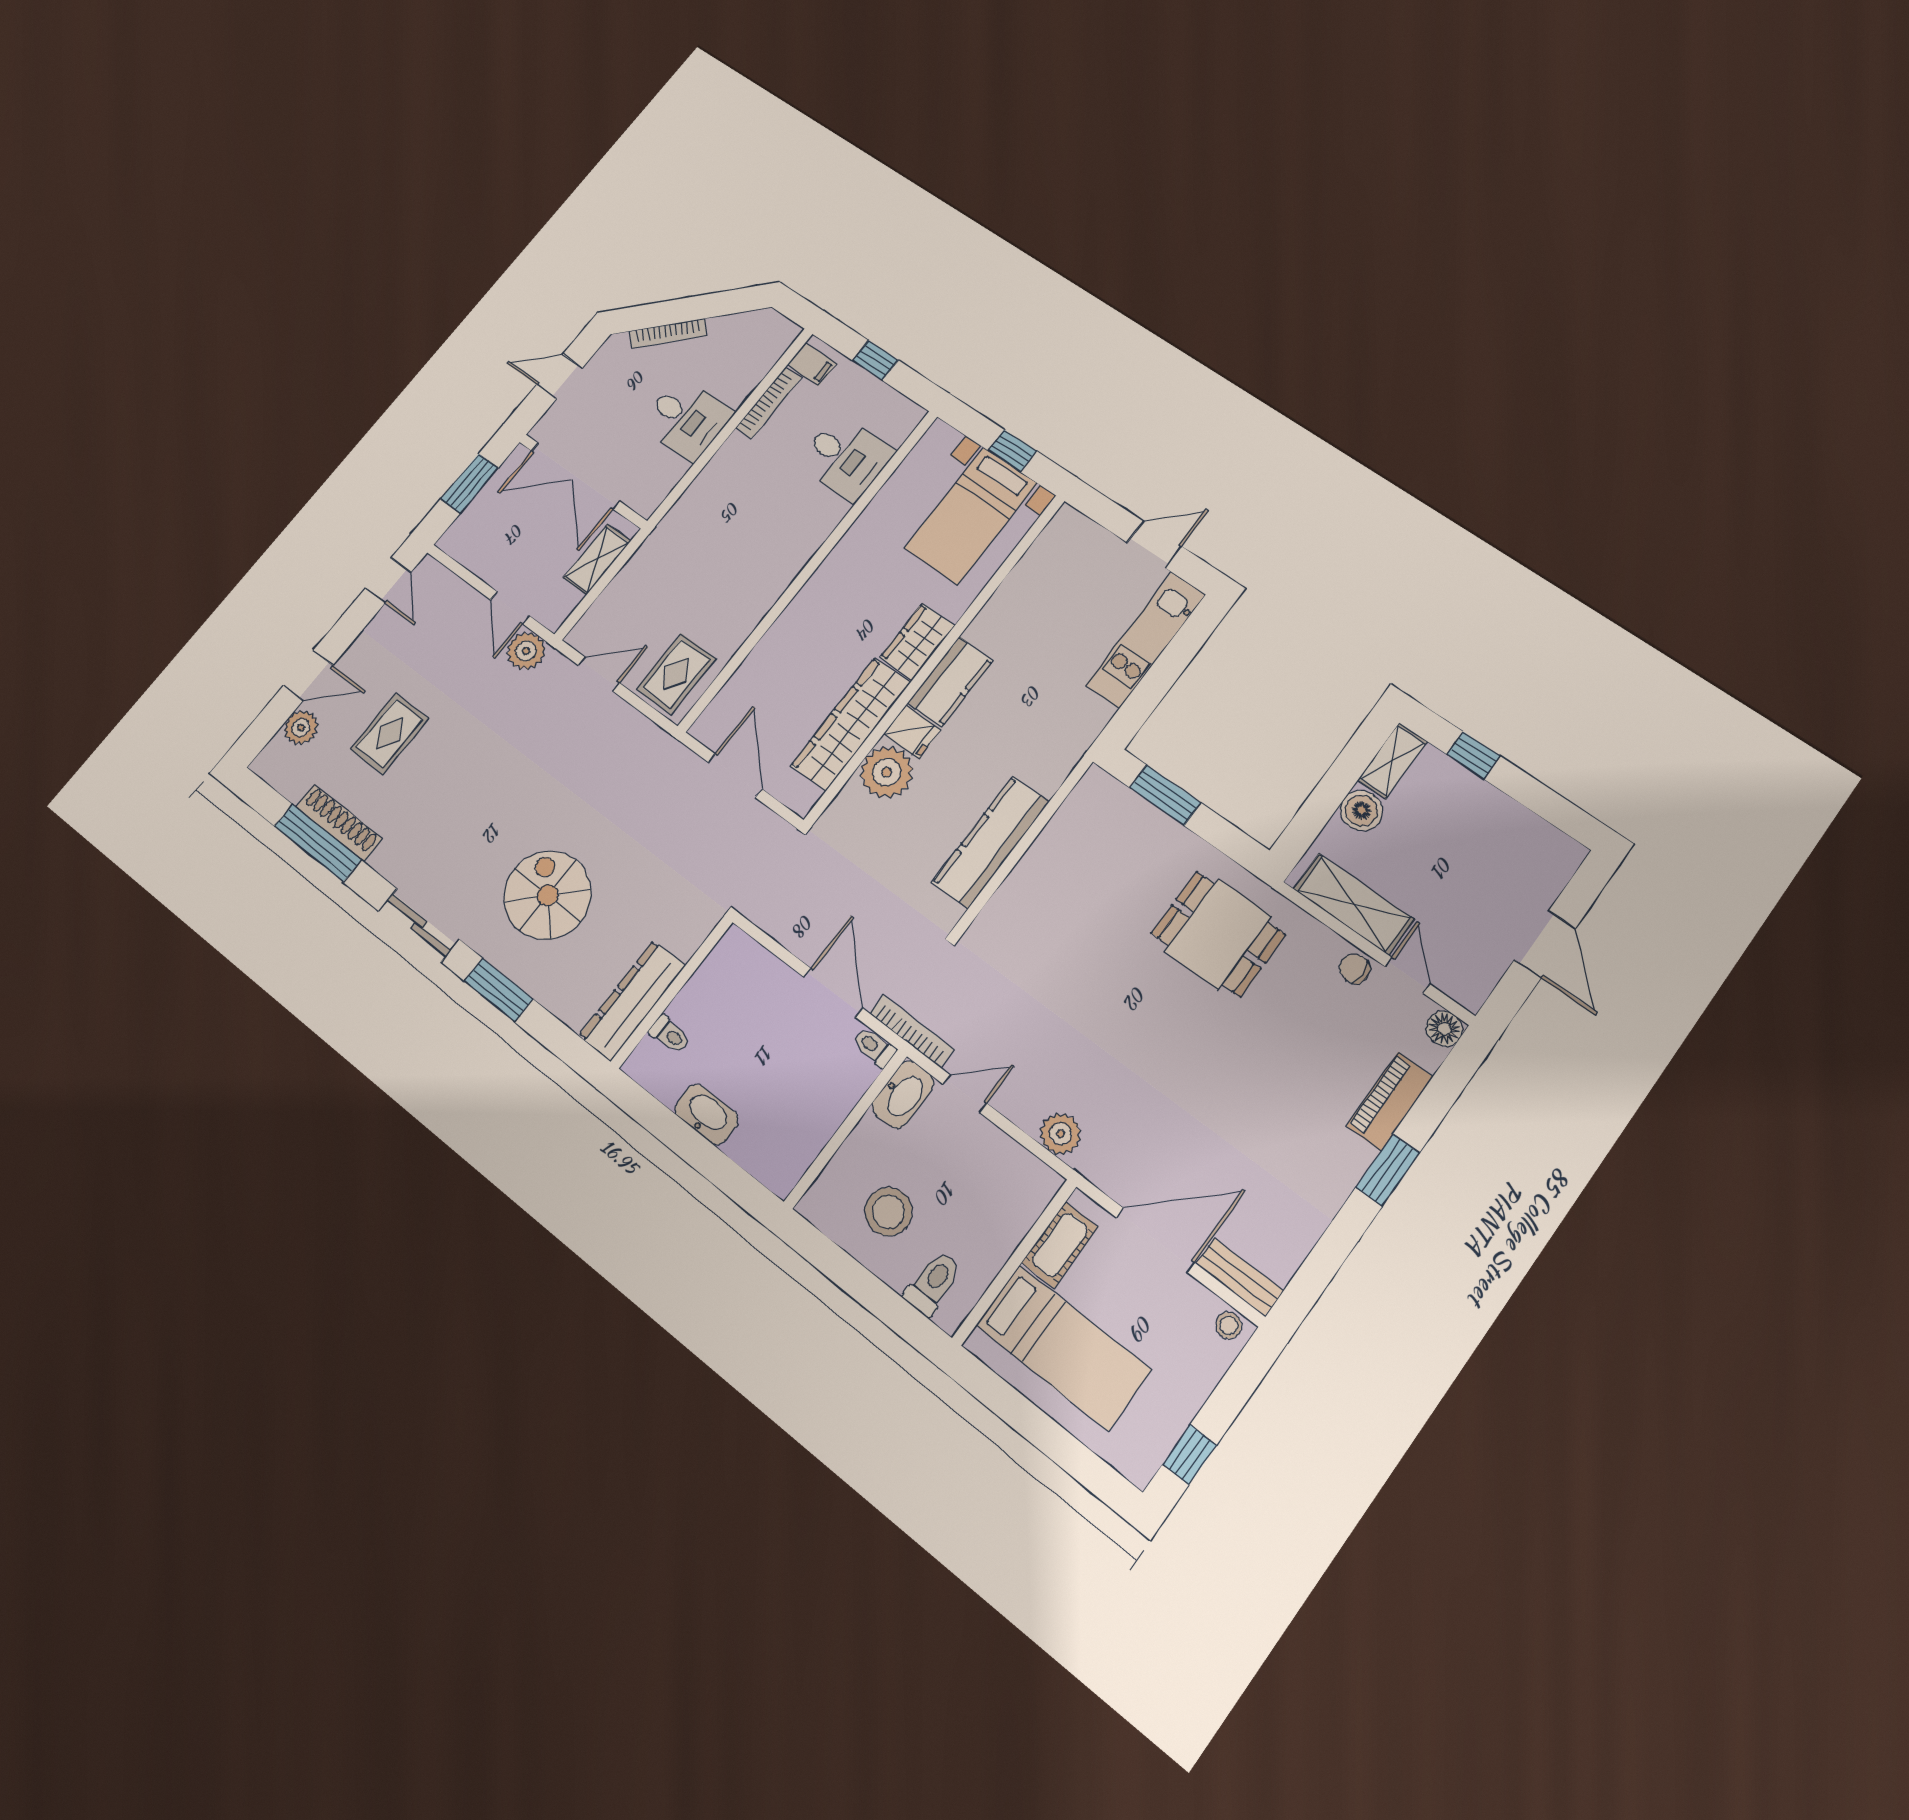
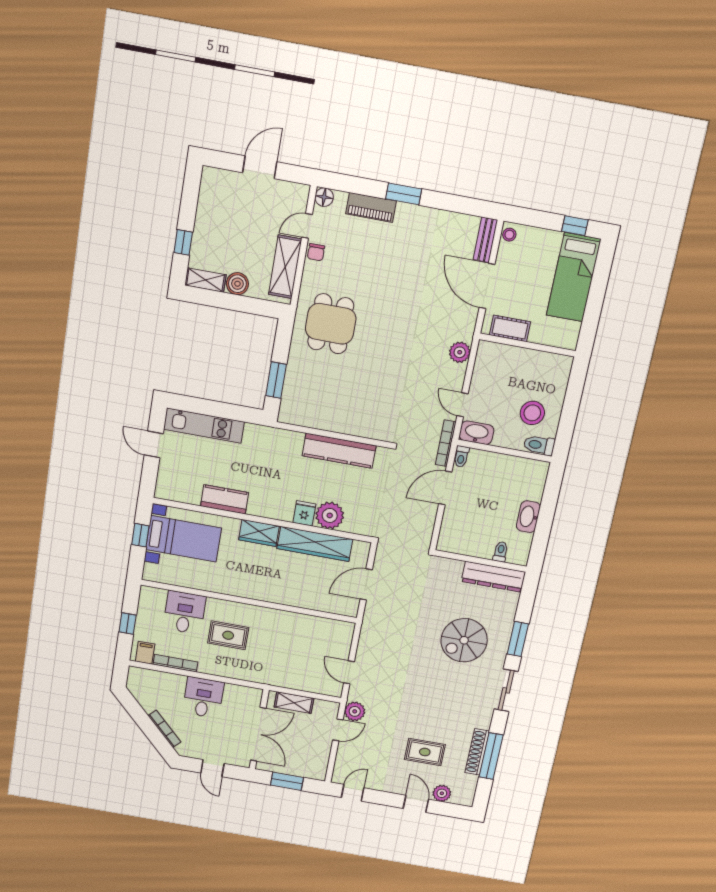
rug: (676, 674) -> (228, 635), moved
kitchen counter: (950, 682) -> (225, 499), moved
toilet: (933, 1283) -> (539, 445), moved
bed: (1063, 1347) -> (574, 277), moved, turned 180

